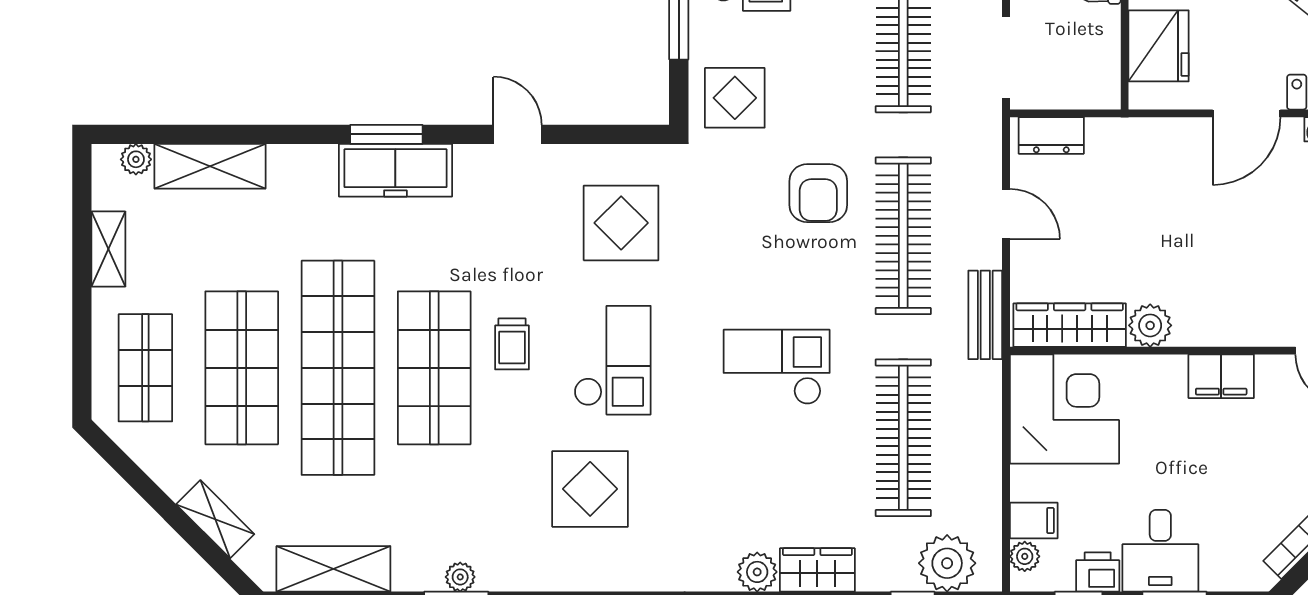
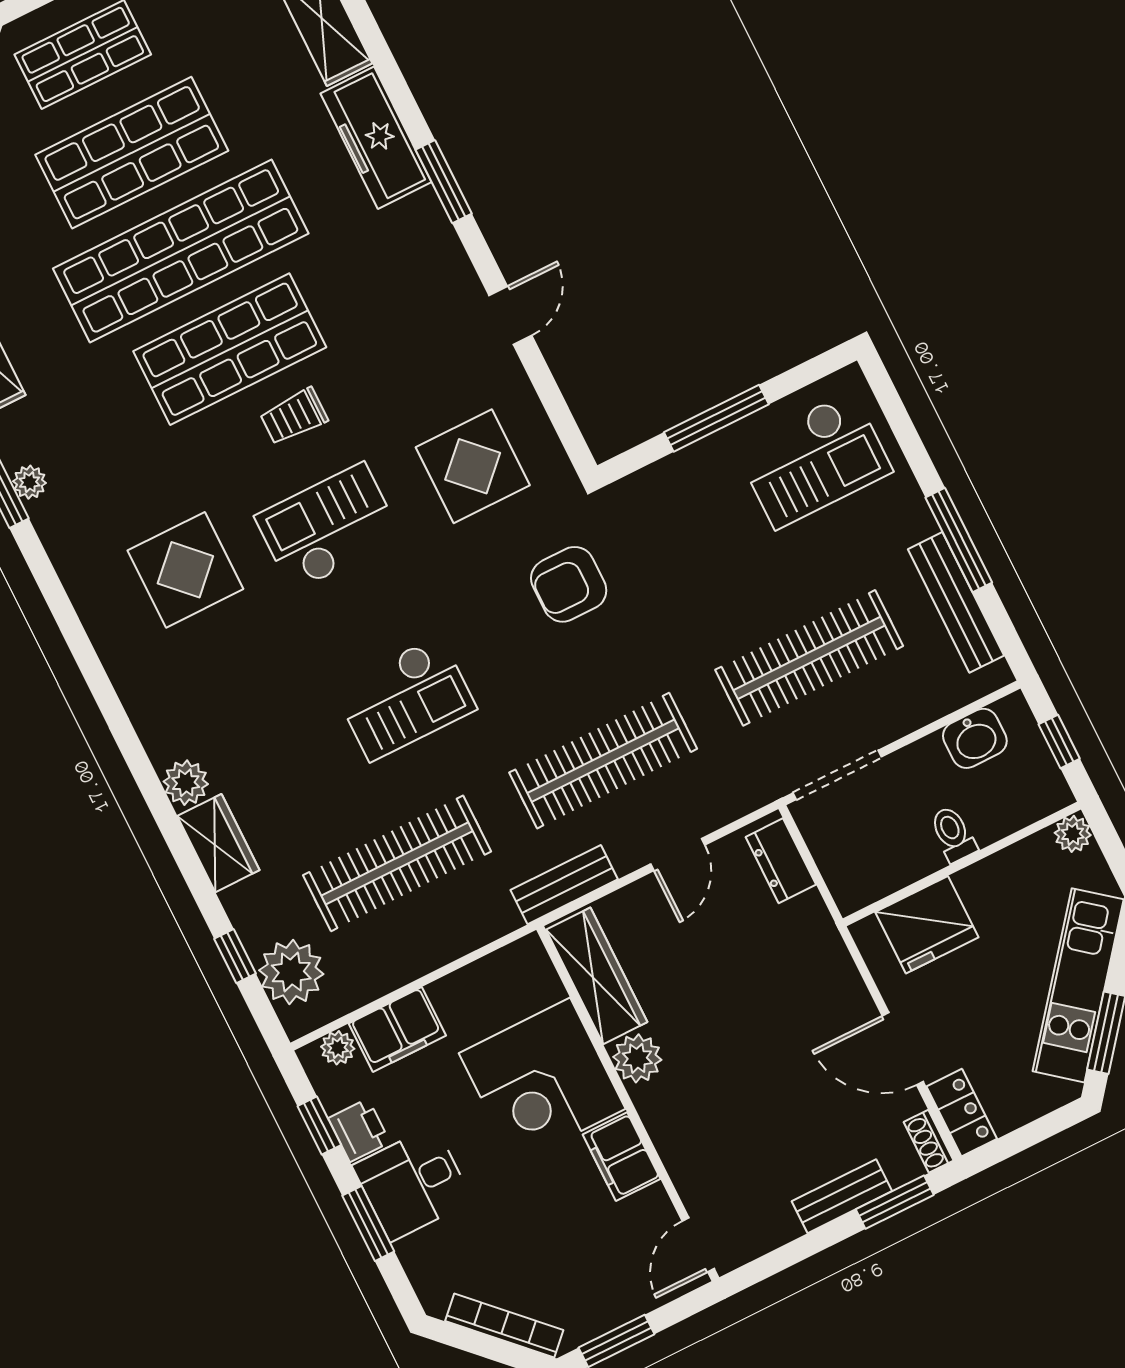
display table: (735, 98) -> (658, 519), removed
freezer: (395, 170) -> (376, 138), moved
armchair: (818, 193) -> (569, 584), moved
checkout: (613, 360) -> (328, 527), turned 180
checkout: (777, 367) -> (405, 698), turned 90
corner desk: (1064, 409) -> (542, 1081), moved, turned 90
filing cabinet: (1034, 520) -> (397, 1030), width x2.00

